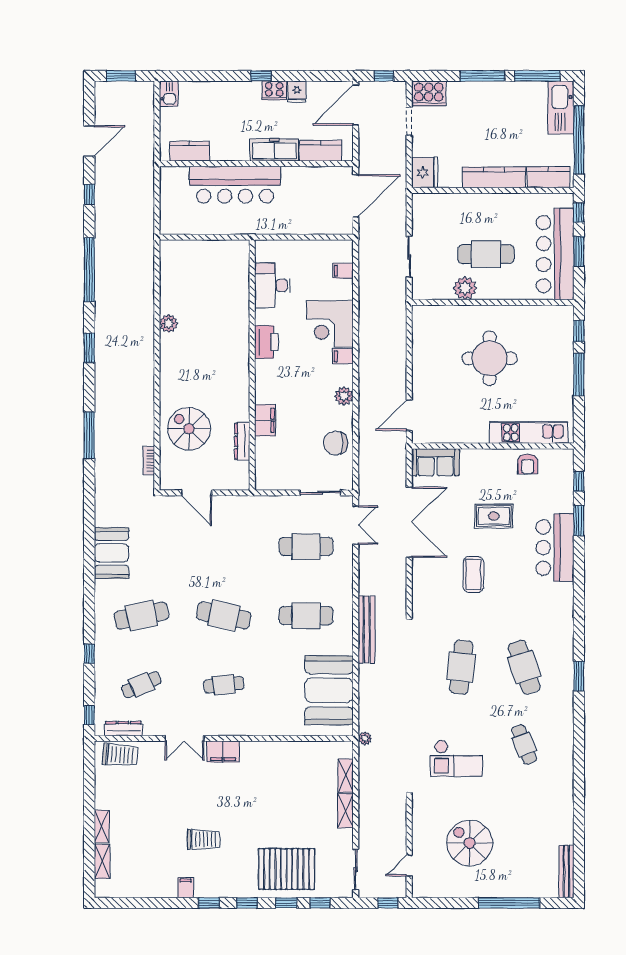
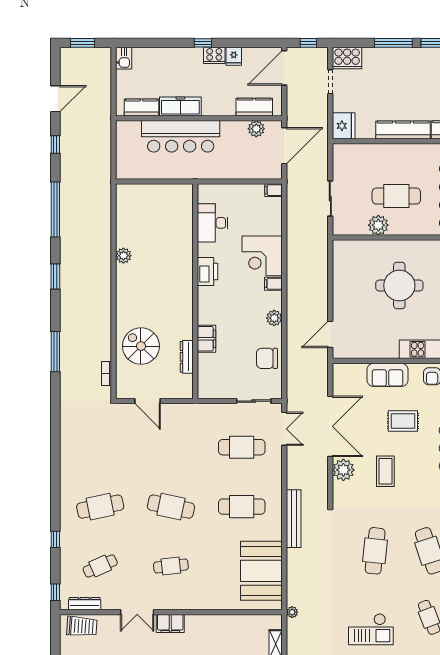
freezer: (274, 150) -> (180, 106), moved
plant: (323, 176) -> (256, 129), added
filing cabinet: (343, 271) -> (273, 190), moved
sofa: (436, 462) -> (388, 375), moved
booth: (111, 553) -> (74, 453), removed
plant: (424, 573) -> (343, 470), added

